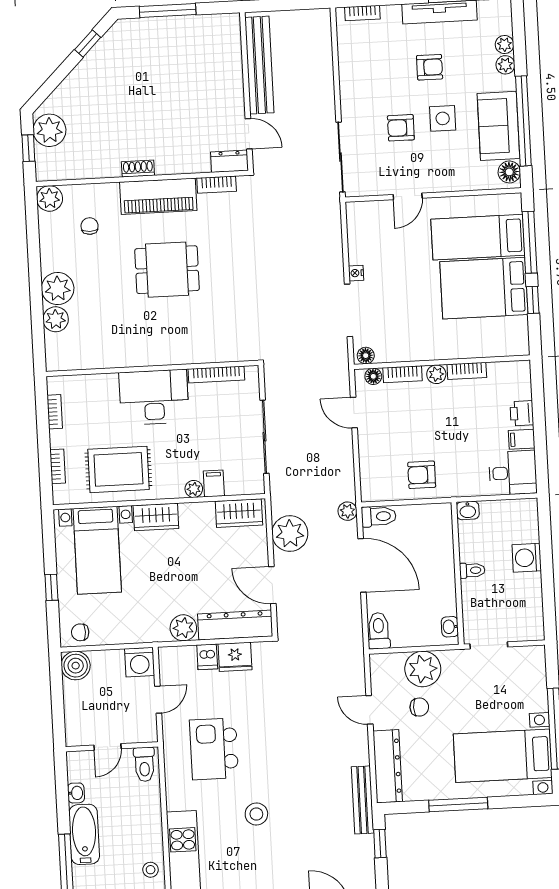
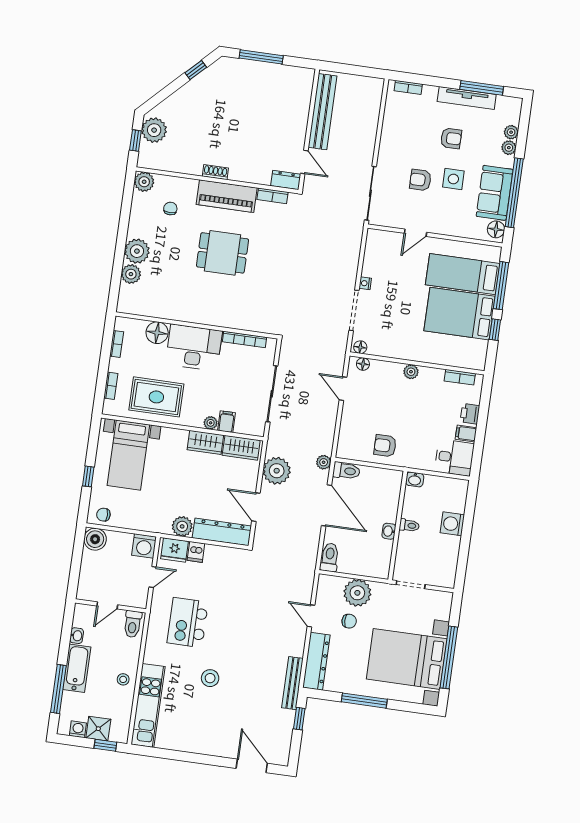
bookcase: (467, 371) -> (460, 377), moved
bookcase: (403, 374) -> (385, 367), removed
floor lamp: (103, 387) -> (157, 333), added
wardrobe: (156, 517) -> (205, 442), moved
washbasin: (450, 627) -> (389, 531), moved
fridge: (235, 657) -> (175, 550), moved
bed with nightstands: (503, 756) -> (407, 659), width x1.36
stool: (151, 870) -> (123, 679), moved

